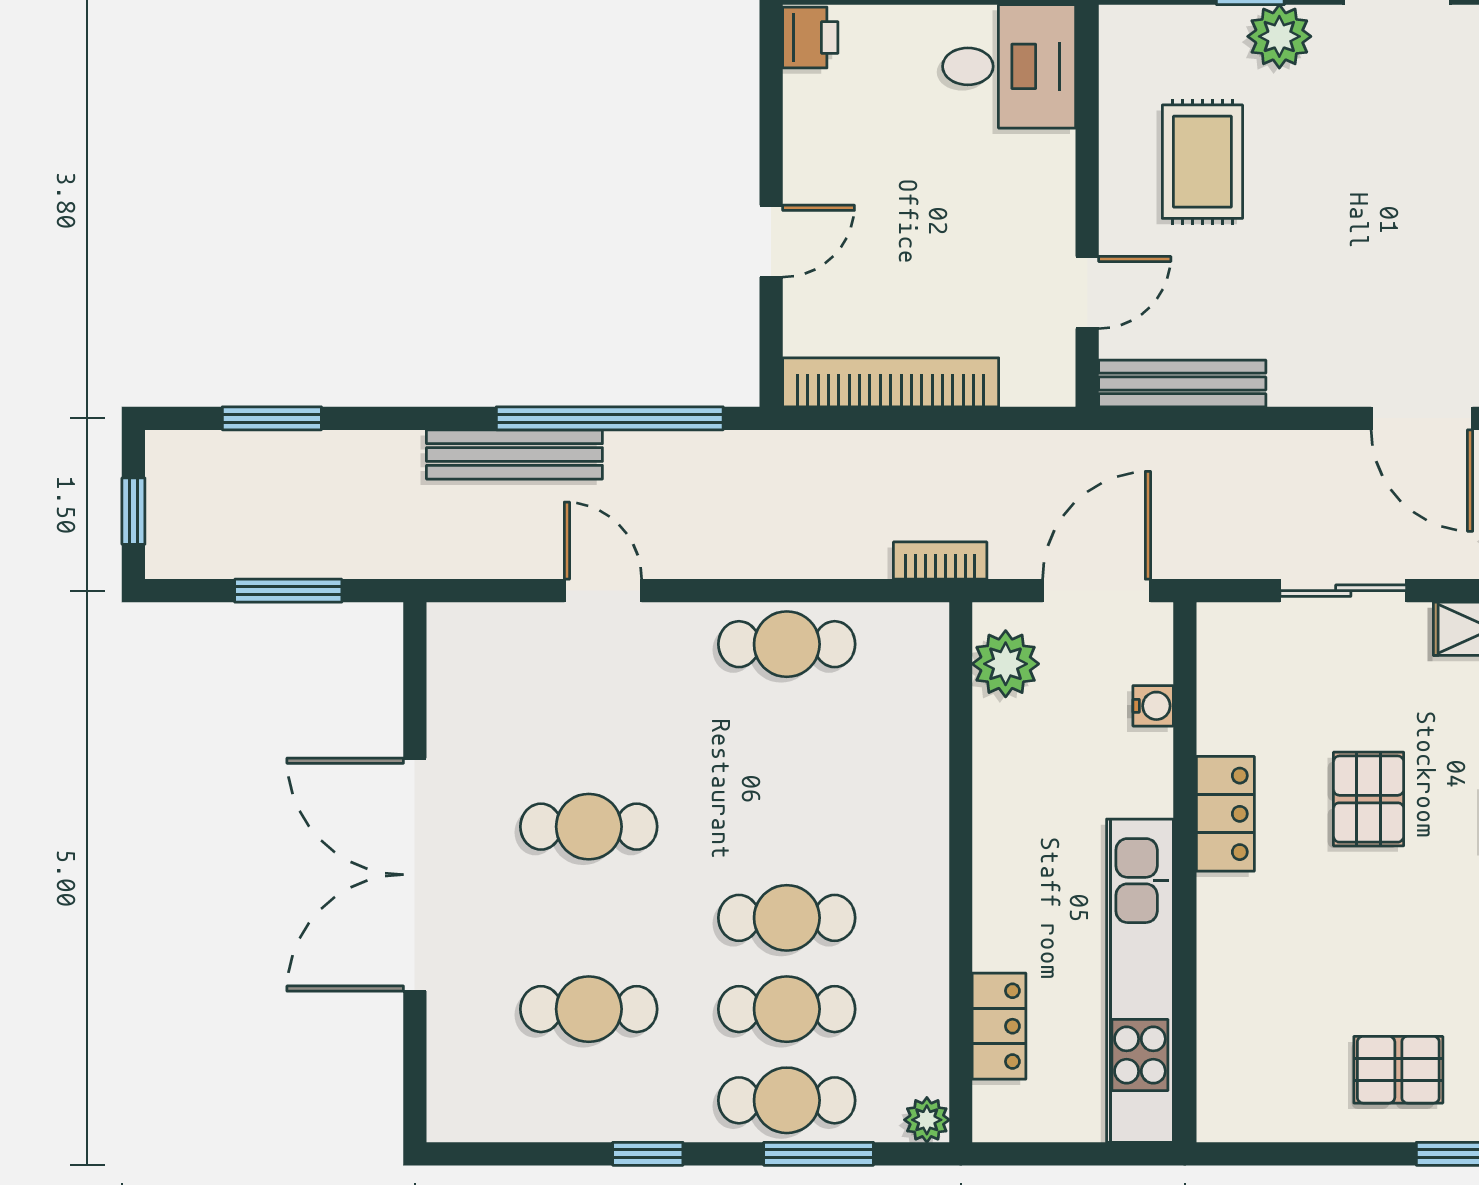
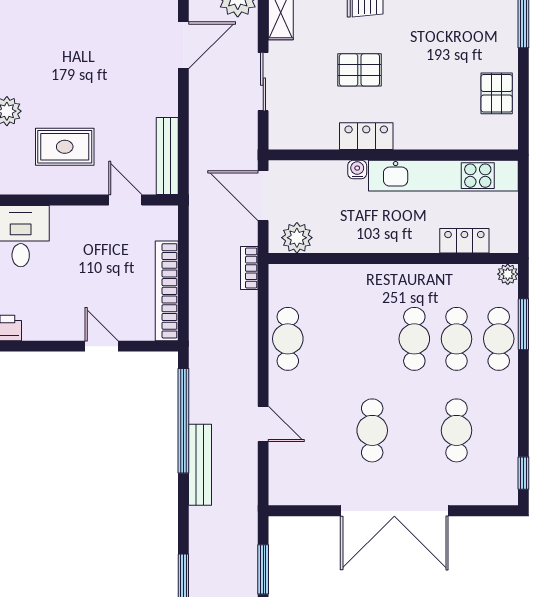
door: (603, 591) -> (263, 424), swing flipped
water cooler: (1153, 706) -> (357, 170), moved
pallet: (1398, 1070) -> (497, 93), moved
window: (648, 1154) -> (523, 473), moved

